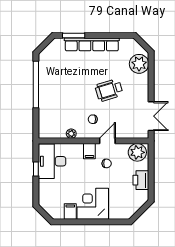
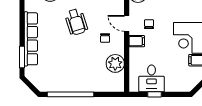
plant: (71, 134) -> (115, 63), width x1.88, depth x1.88
desk: (52, 161) -> (152, 78), width x0.73

